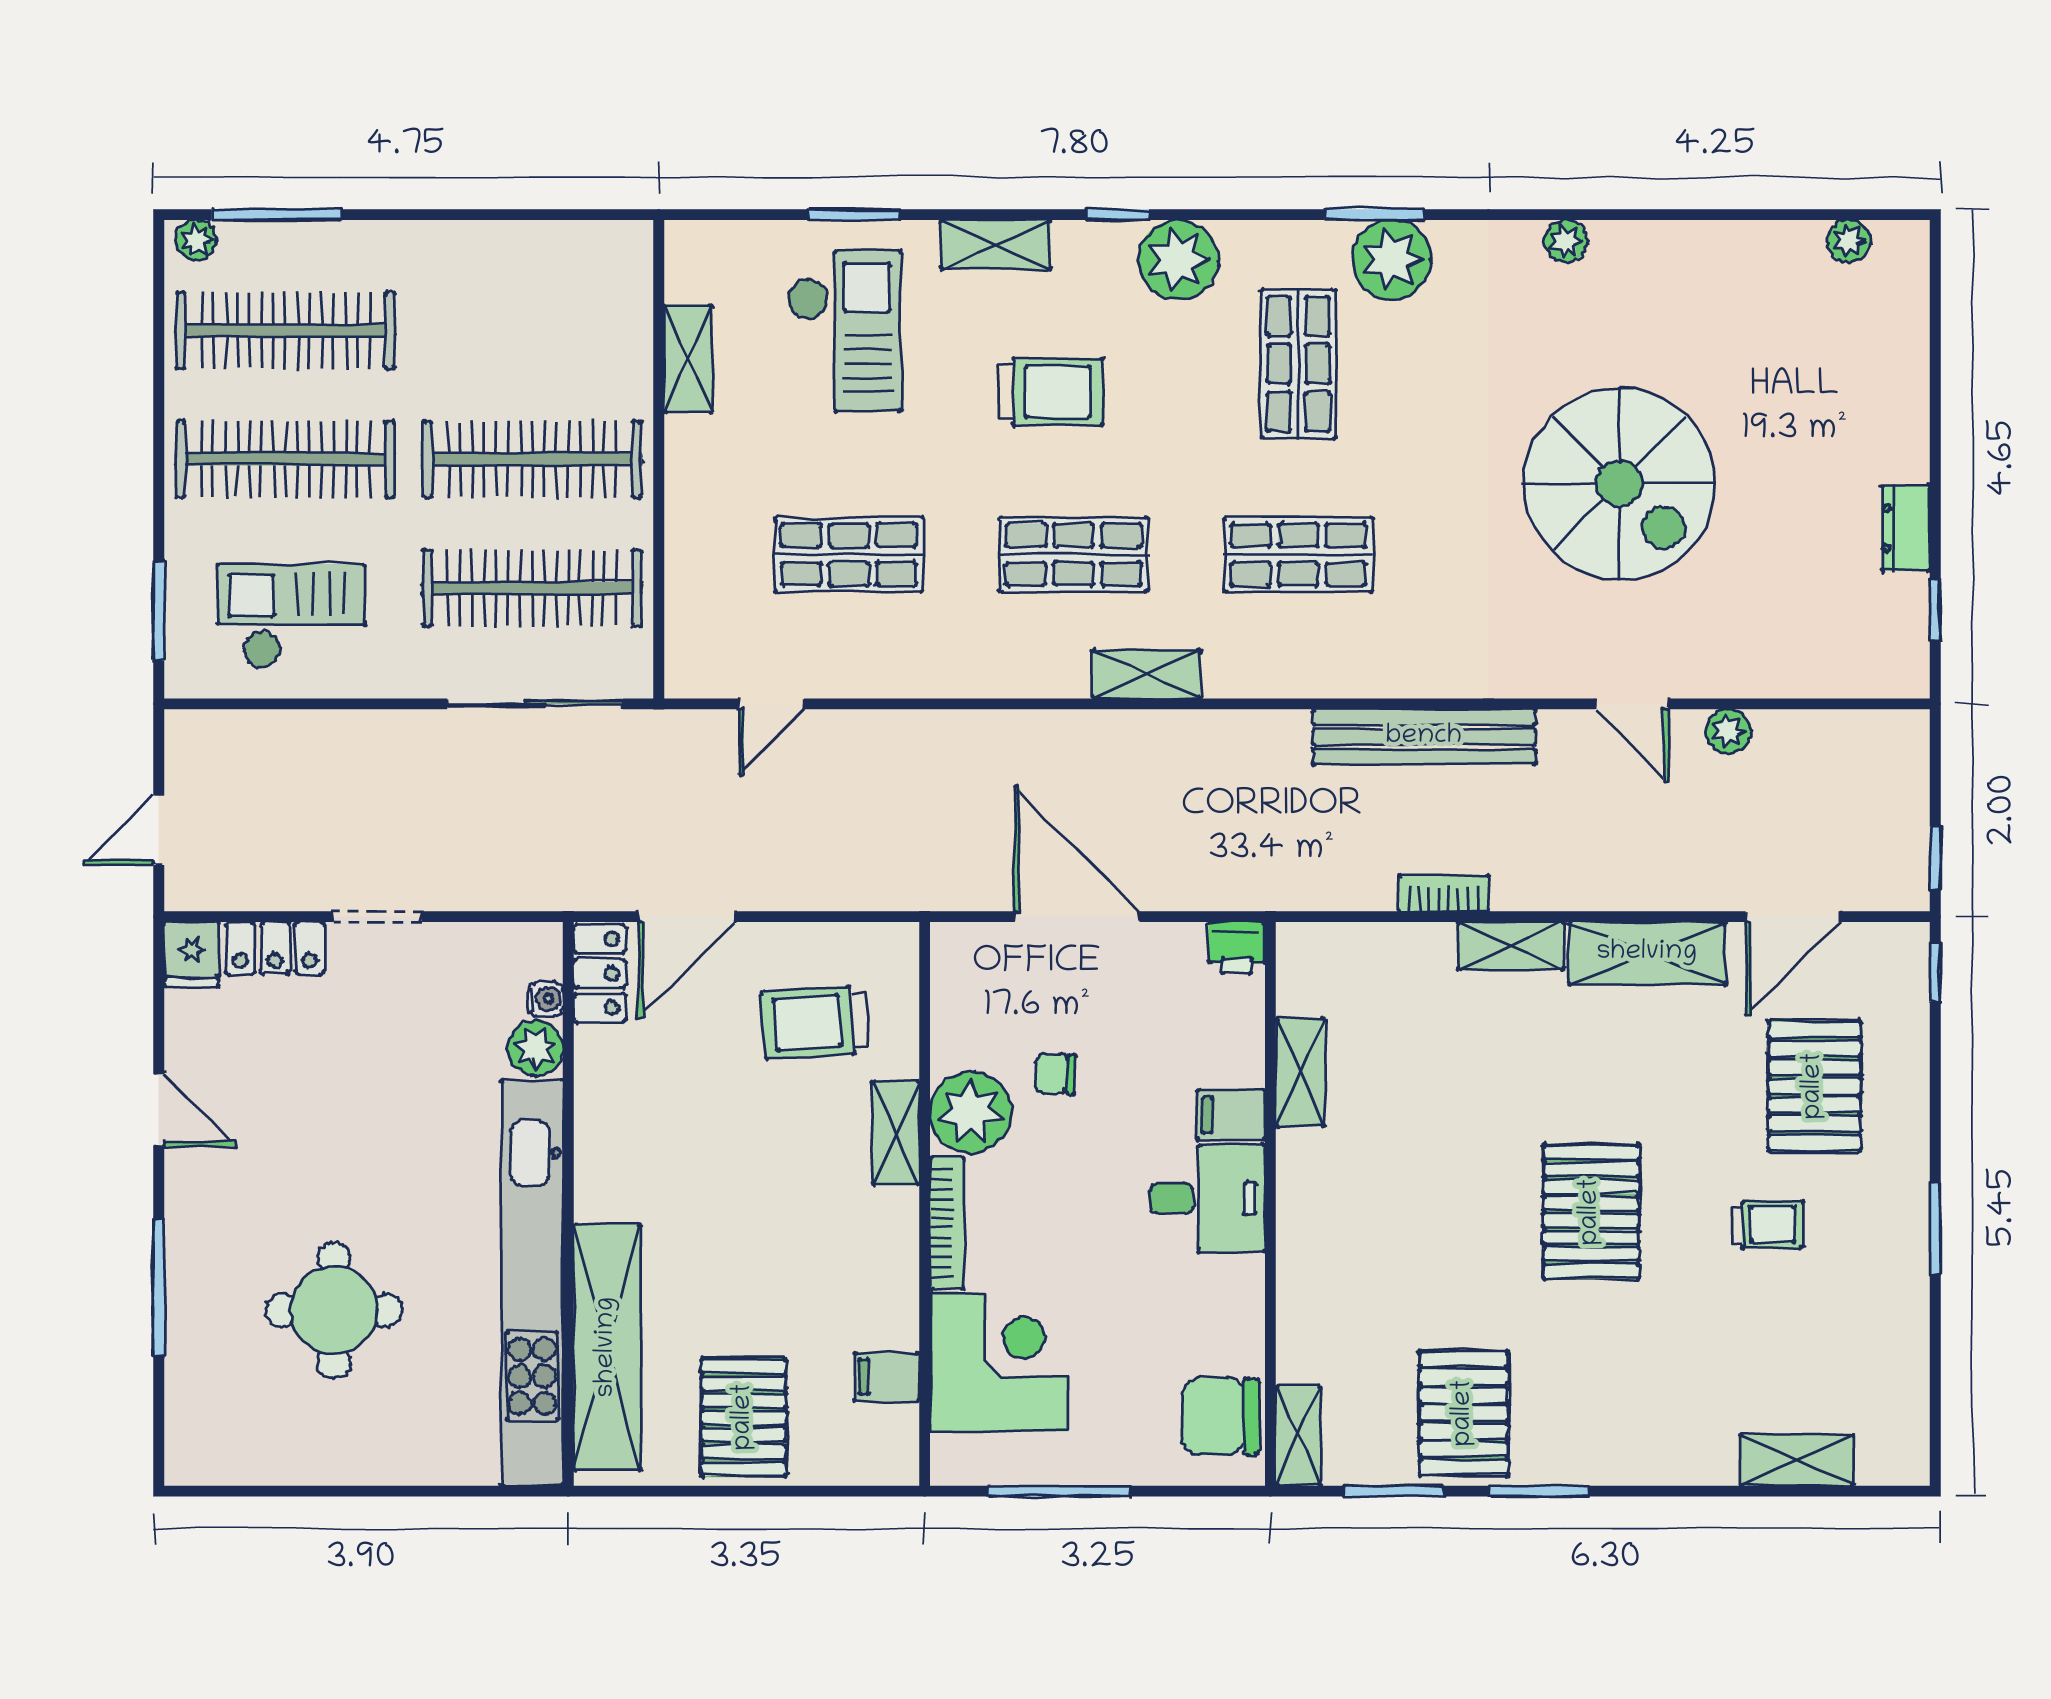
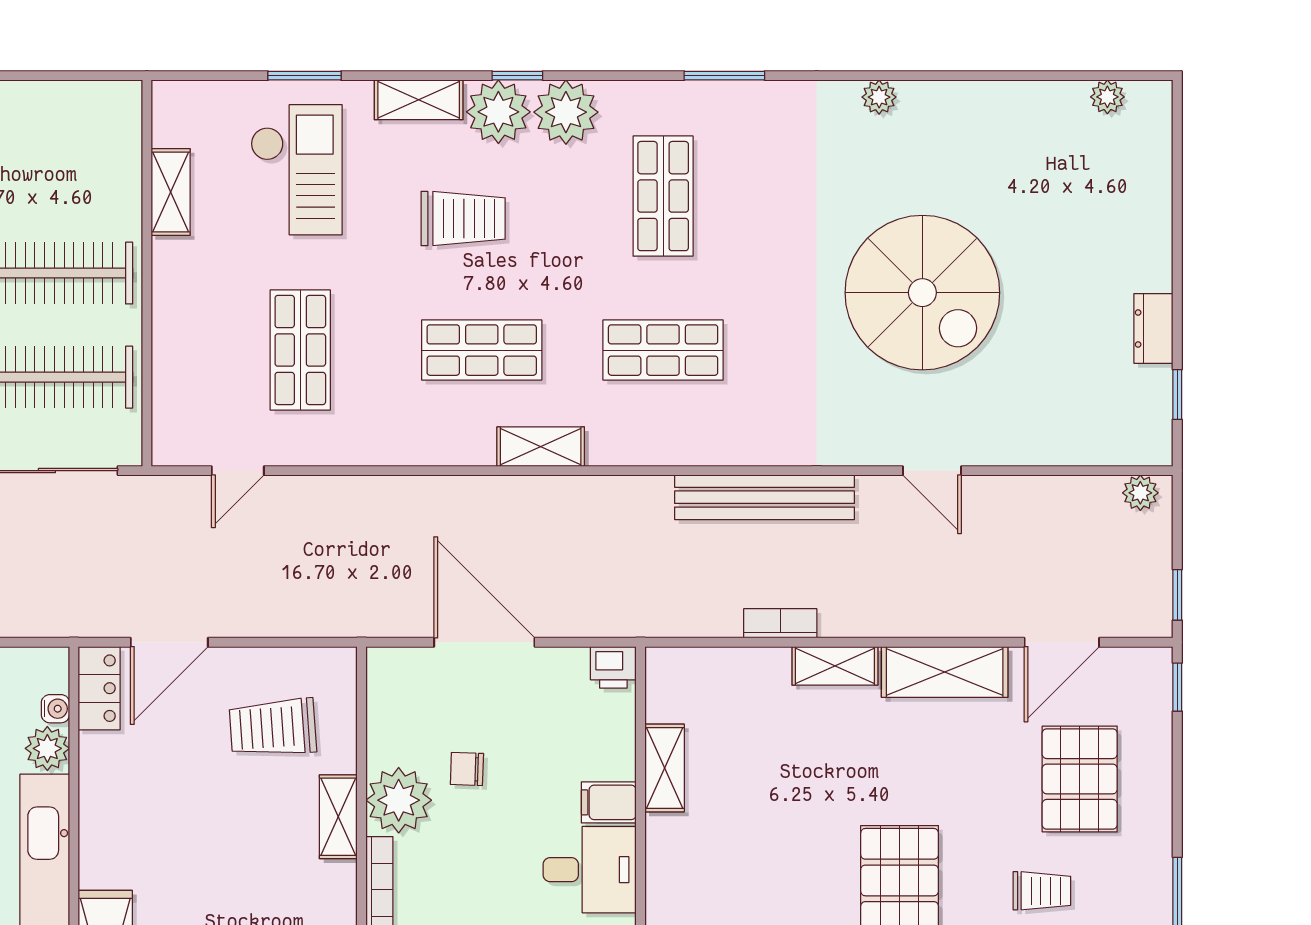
plant: (1392, 259) -> (498, 112), moved
shop shelf: (849, 555) -> (300, 350), turned 90
plant: (1728, 731) -> (1140, 493), moved

